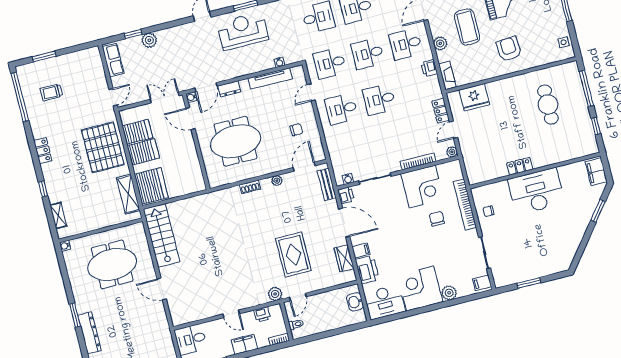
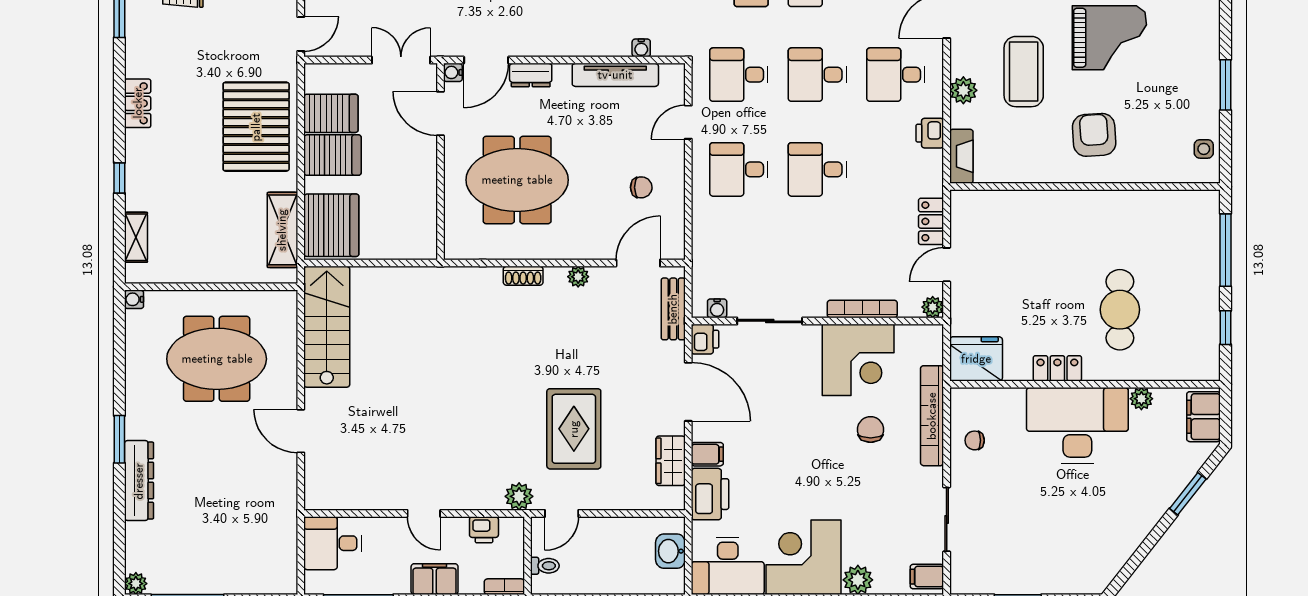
fridge: (474, 97) -> (976, 359), moved, turned 180
cafe table: (548, 104) -> (1120, 310), moved
plant: (564, 171) -> (1141, 399), added

